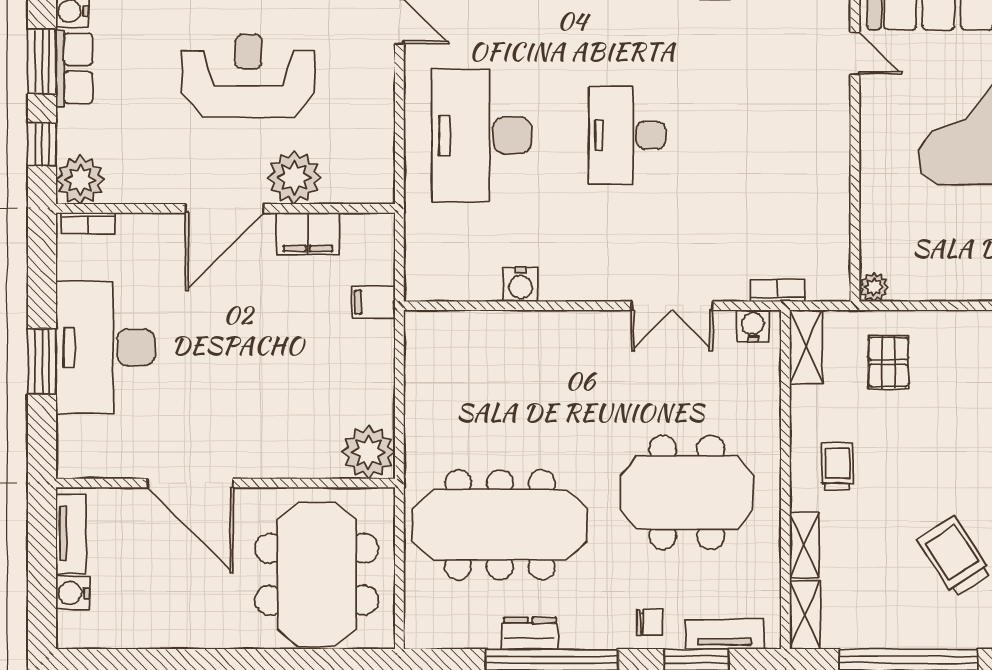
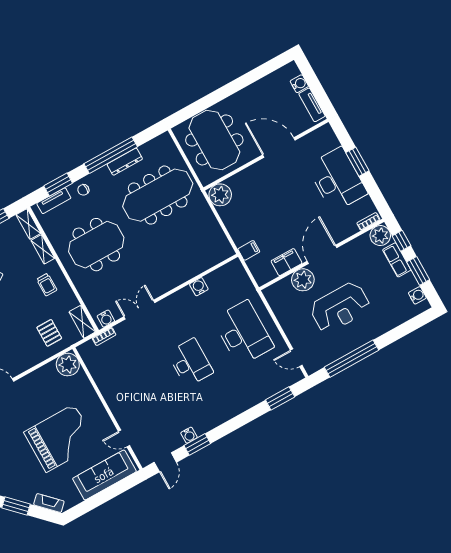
row of seats: (74, 68) -> (397, 260), moved
plant: (874, 287) -> (68, 365), width x1.87, depth x1.87
dresser: (530, 633) -> (125, 162), width x1.44

